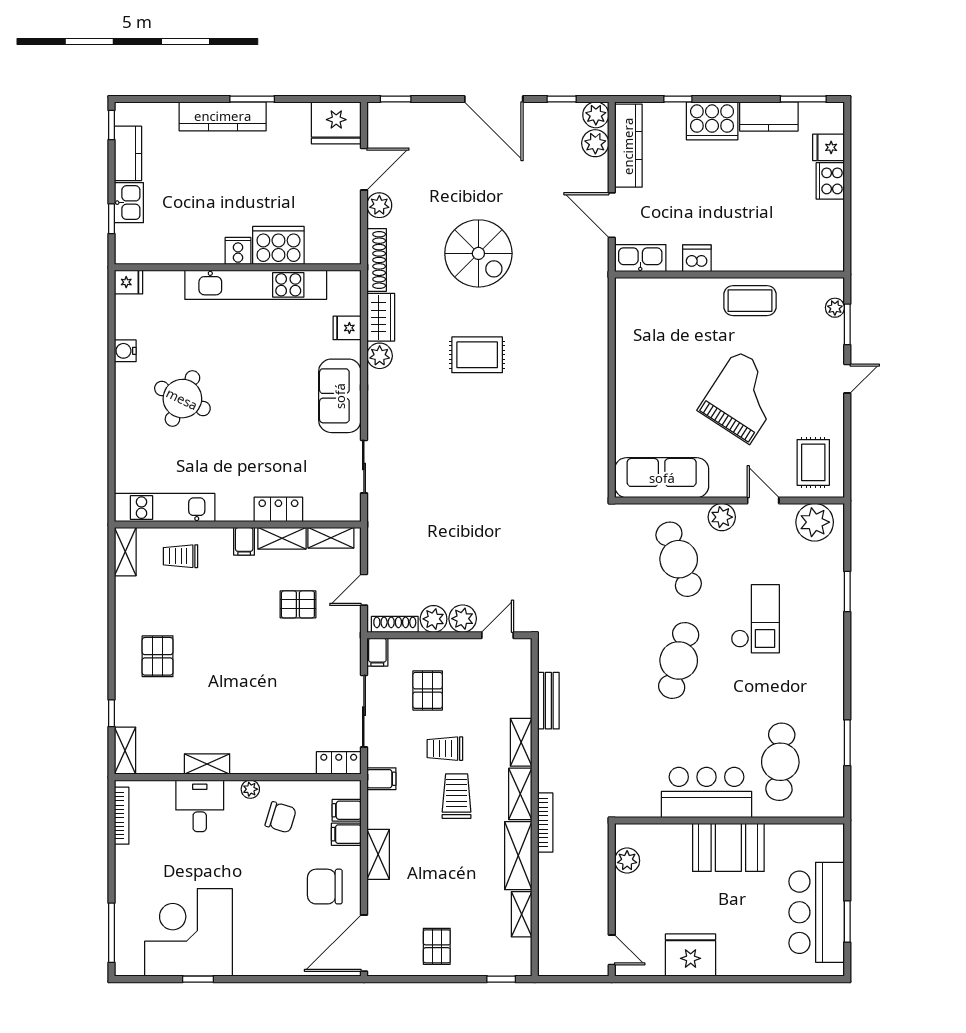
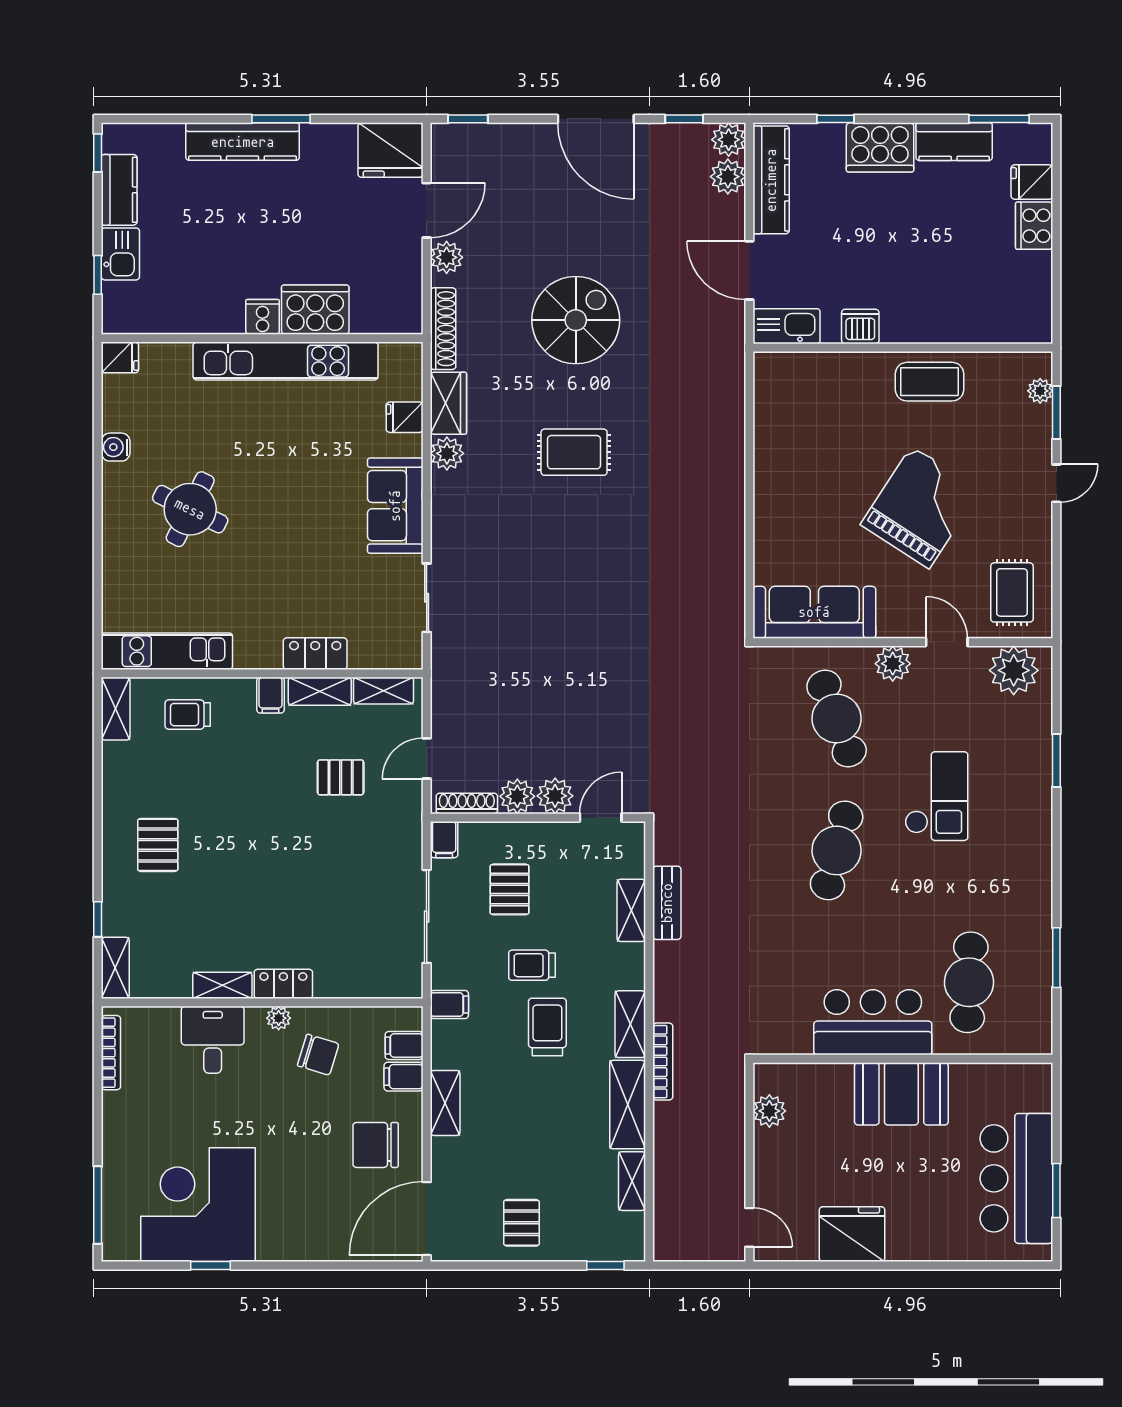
spiral stairs: (478, 253) -> (576, 320), turned -90
shelving: (521, 742) -> (631, 910), moved
locker: (339, 763) -> (283, 984), moved

